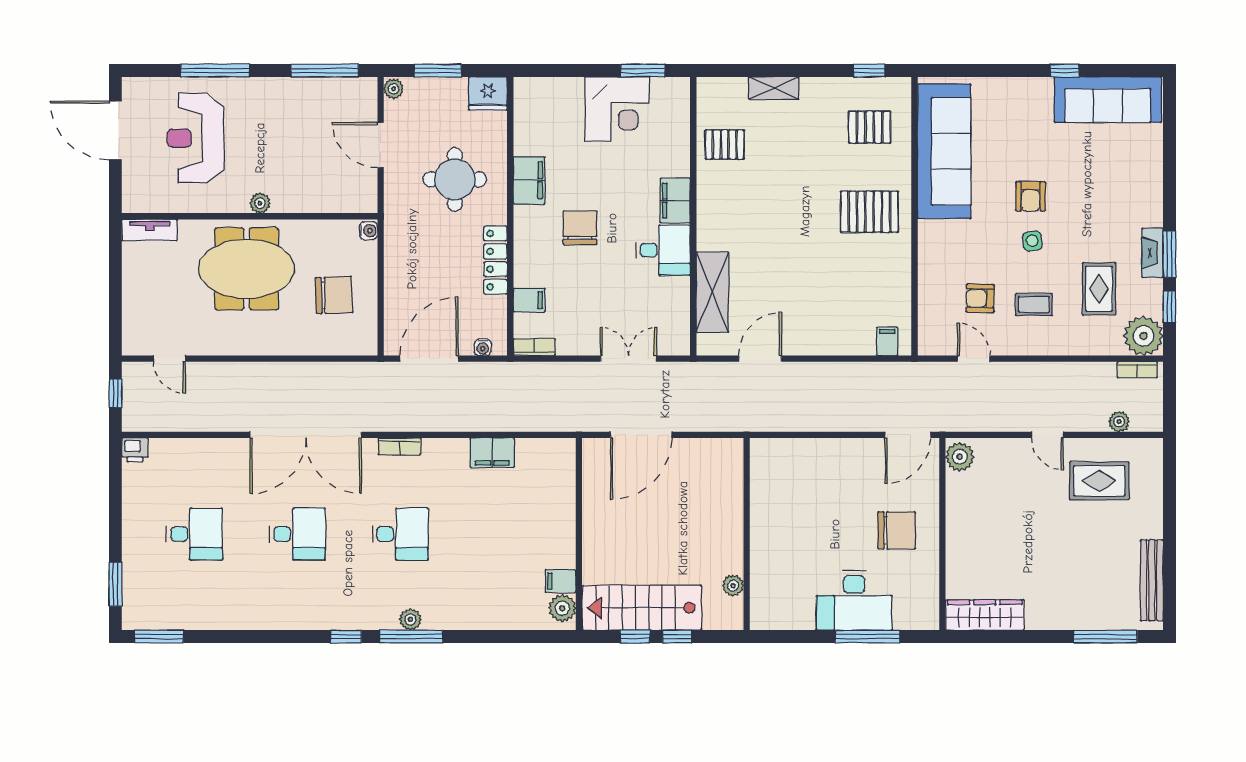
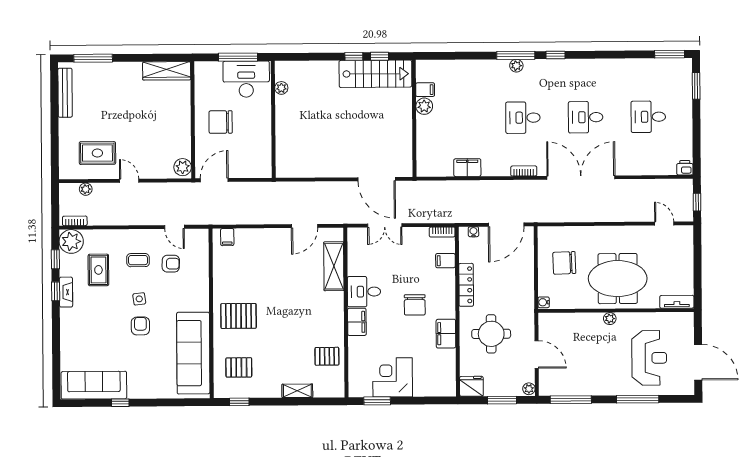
window: (1169, 254) -> (56, 291), width x0.67
door: (641, 435) -> (377, 179), swing flipped
wall: (747, 534) -> (273, 119), moved
plant: (733, 586) -> (281, 88), moved
plant: (562, 608) -> (424, 106), moved

